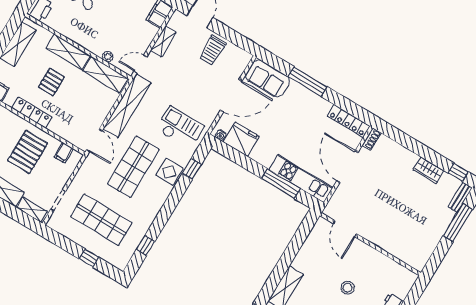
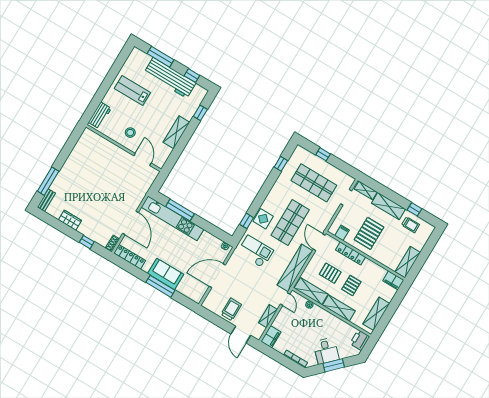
door: (140, 64) -> (285, 299), hinge flipped
sofa: (268, 78) -> (166, 274), moved
pallet: (80, 99) -> (330, 273), added
locker: (32, 113) -> (350, 253), moved
checkout: (180, 128) -> (255, 252), turned 180
fridge: (241, 139) -> (210, 243), removed
window: (458, 172) -> (87, 242), moved
kitchen unit: (301, 179) -> (172, 218), width x1.36
door: (345, 229) -> (143, 159), moved
wall: (370, 244) -> (124, 148), moved

